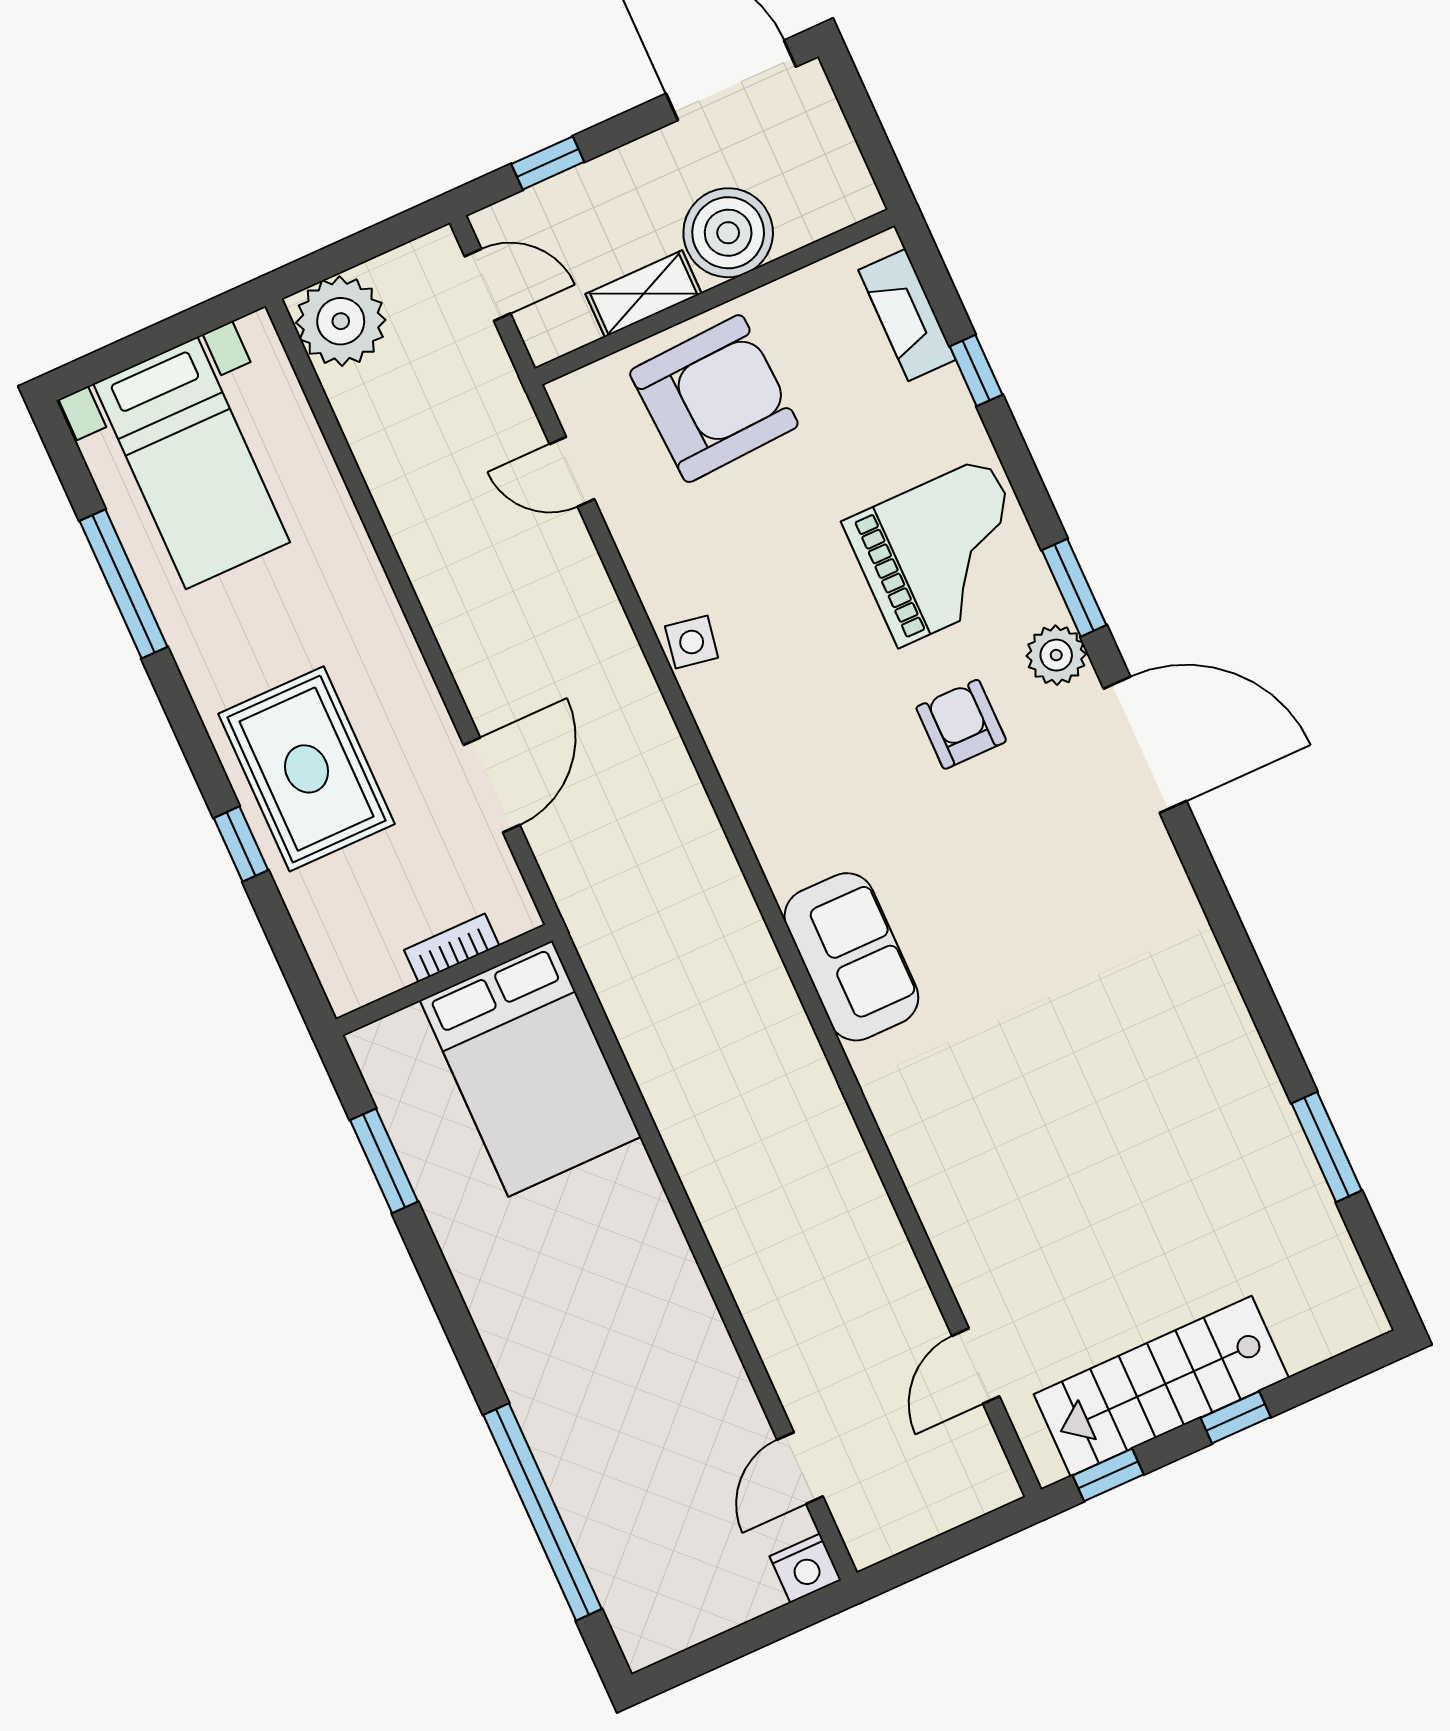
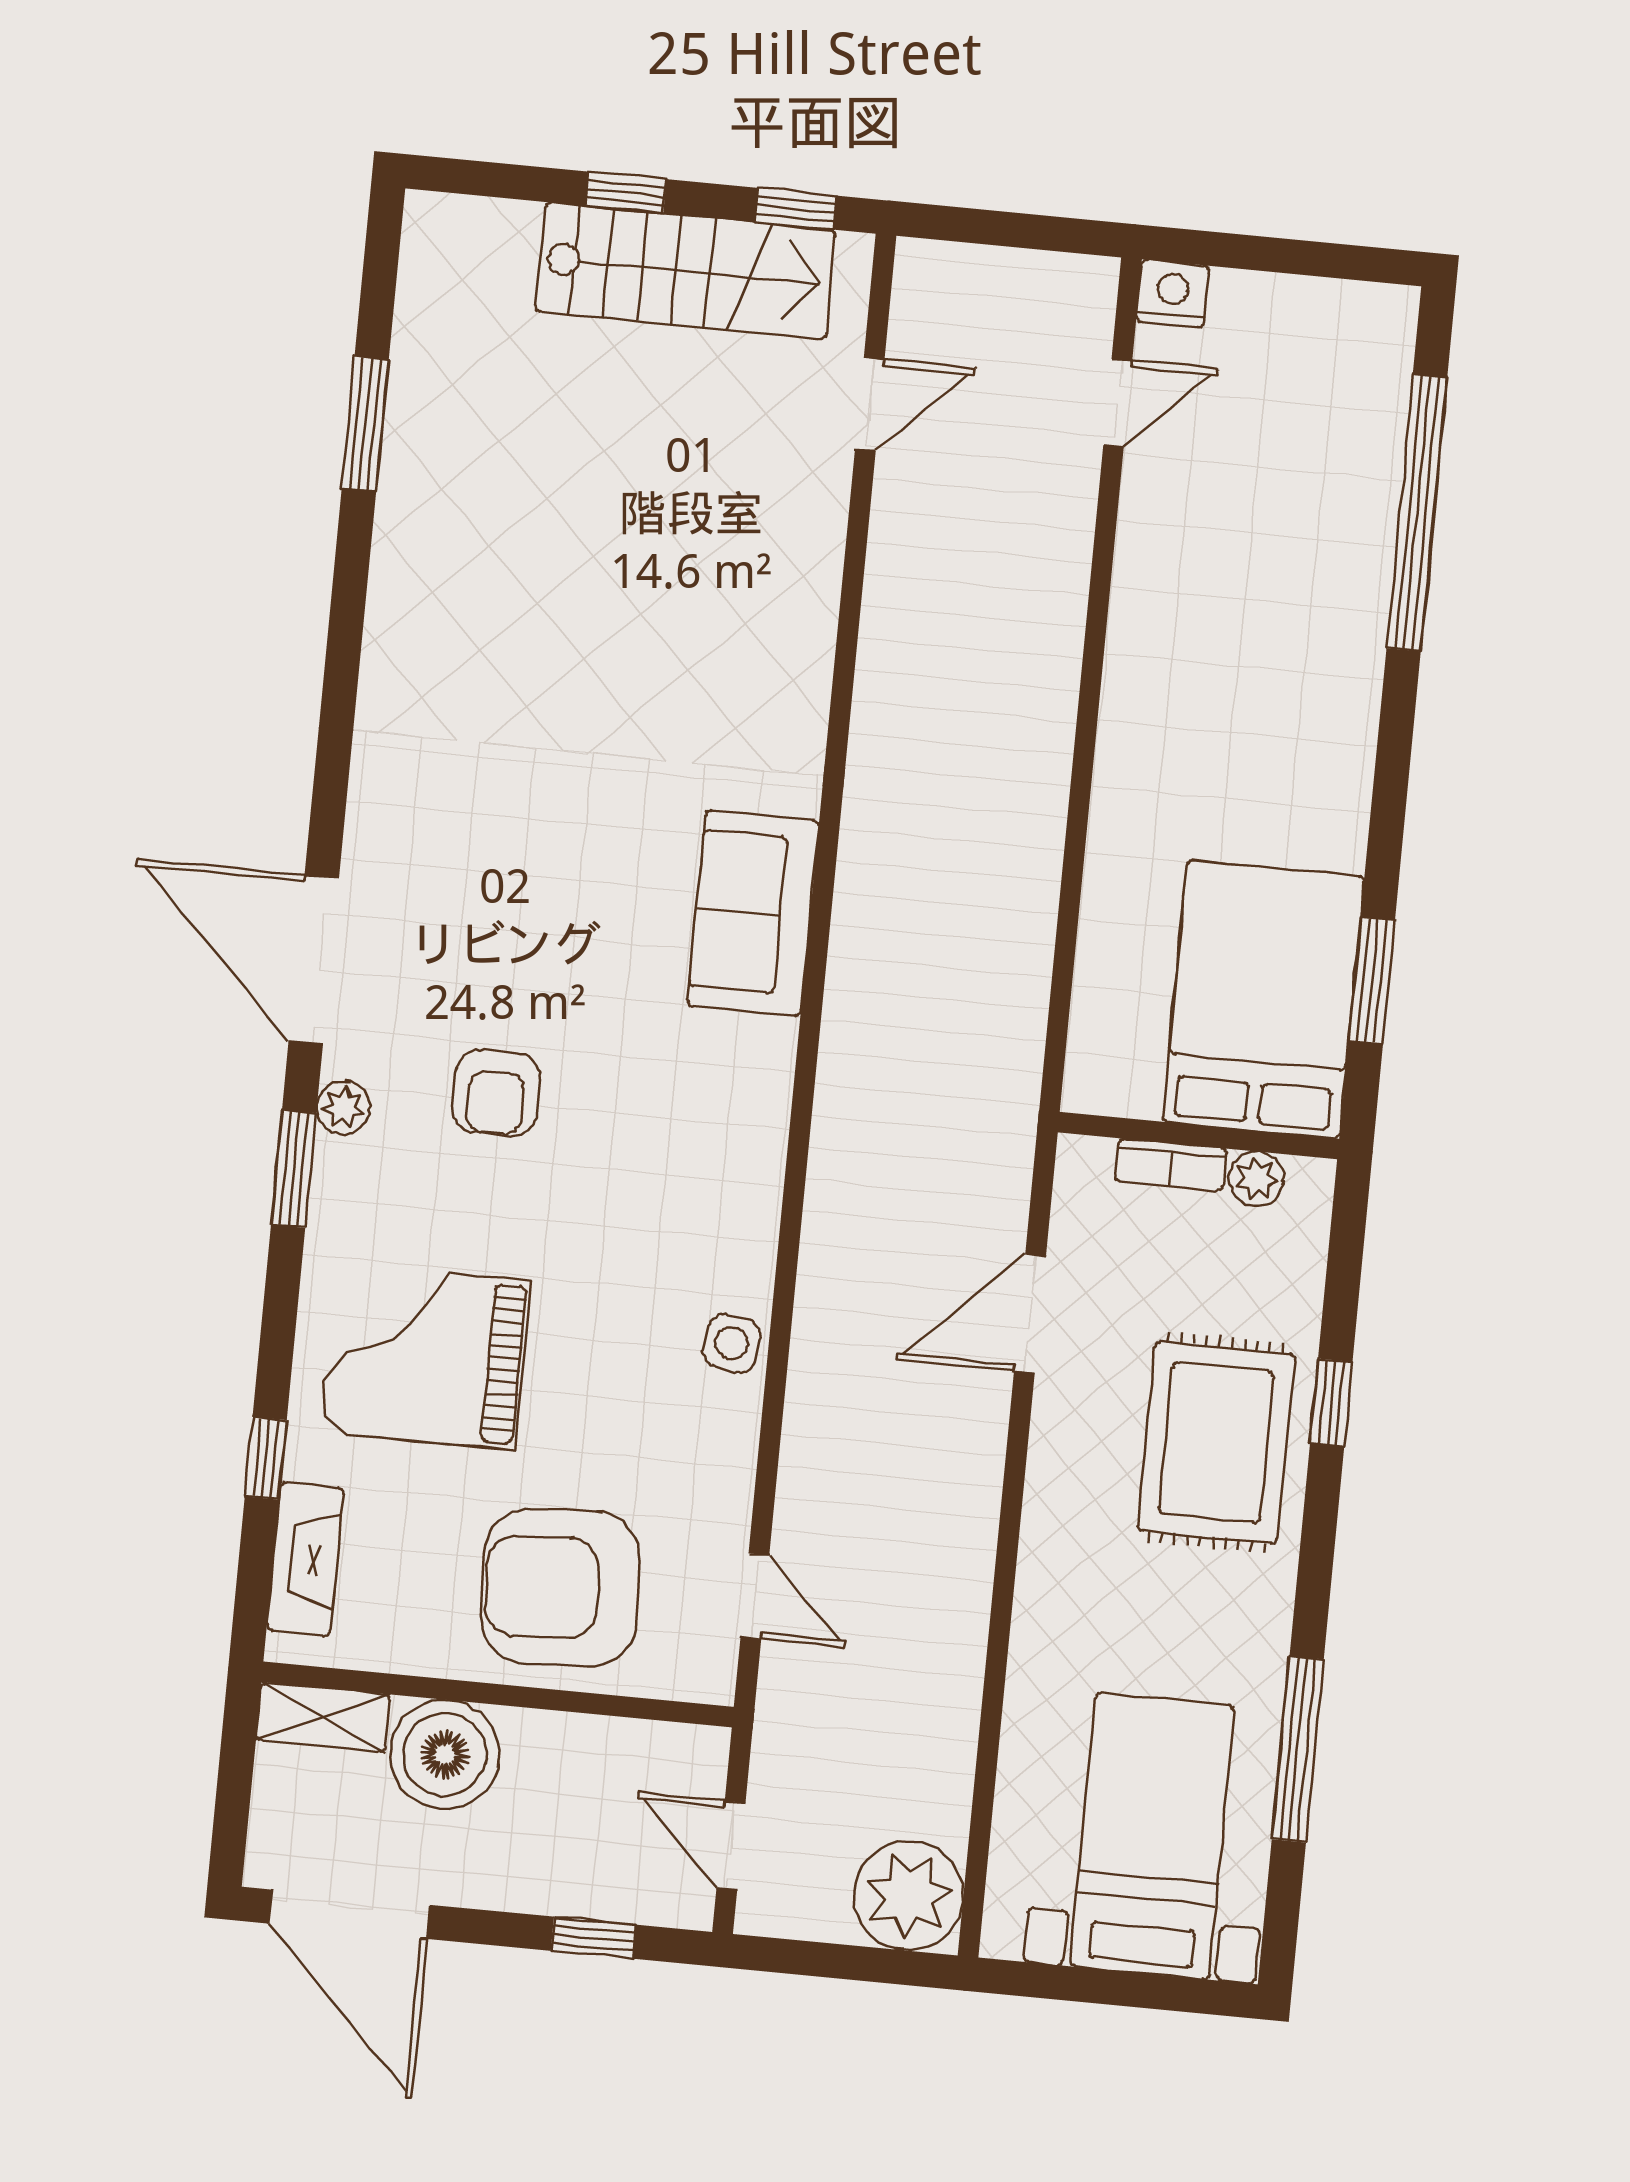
shelving: (644, 294) -> (323, 1717), moved
grand piano: (943, 552) -> (425, 1356), moved
plant: (1056, 655) -> (343, 1107), width x0.73, depth x0.73
plant: (385, 973) -> (1257, 1179), added
bed: (530, 1069) -> (1263, 999), moved

